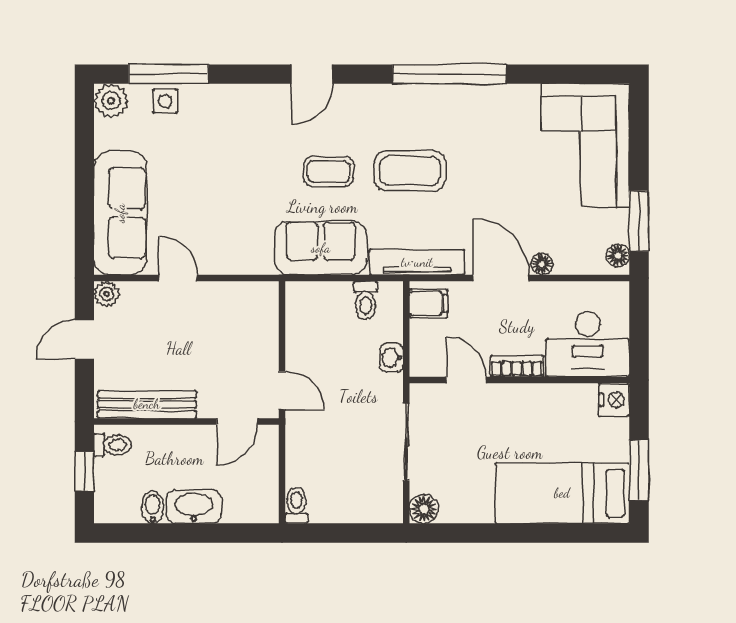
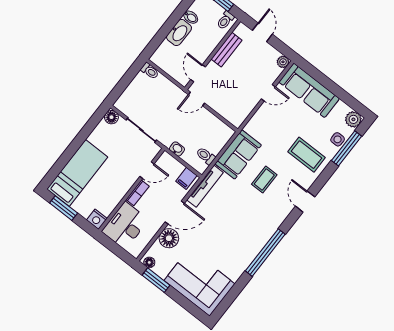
coffee table: (410, 171) -> (307, 155), moved, turned 90
floor lamp: (542, 264) -> (169, 238), width x1.89, depth x1.89
door: (84, 339) -> (262, 32), moved
bench: (147, 404) -> (227, 50), width x0.73

